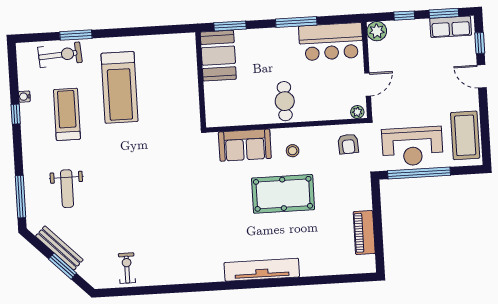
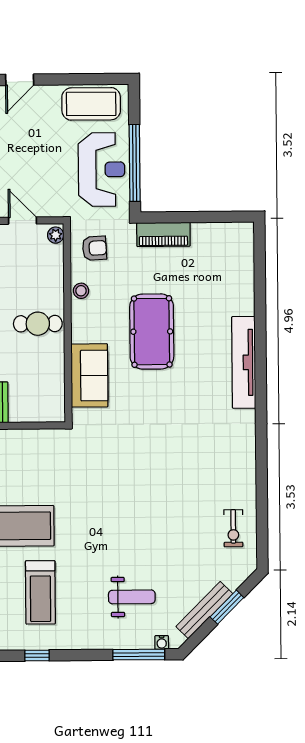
water cooler: (24, 97) -> (162, 642), moved
treadmill: (67, 114) -> (40, 592), turned -90
stool: (293, 151) -> (81, 291), moved
piano: (364, 233) -> (163, 234), moved
exercise bike: (127, 268) -> (233, 528), turned -90

